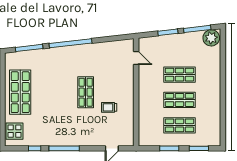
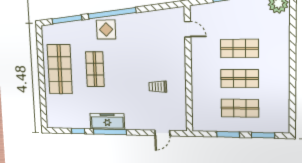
shop shelf: (86, 92) -> (95, 69), moved
display table: (15, 131) -> (106, 30), moved
freezer: (62, 139) -> (107, 121), added

